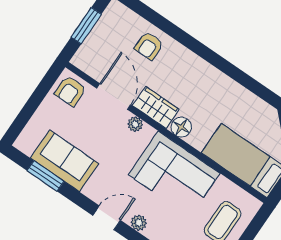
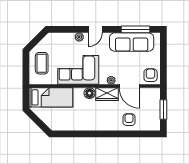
sofa: (65, 161) -> (132, 42), width x1.36
window: (45, 176) -> (135, 29), width x1.44

